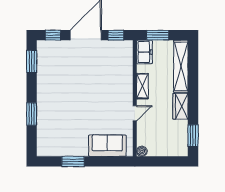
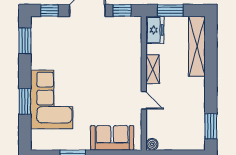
wardrobe: (180, 106) -> (196, 93), removed
corner sofa: (55, 112) -> (52, 99), added
door: (135, 113) -> (144, 100), hinge flipped

